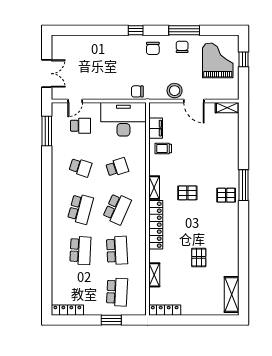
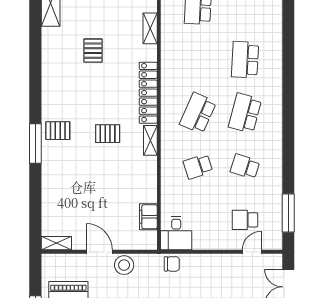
desk: (123, 119) -> (176, 233), width x0.53, depth x0.77
trolley: (163, 149) -> (139, 191), removed
school desk: (117, 250) -> (198, 60), removed

